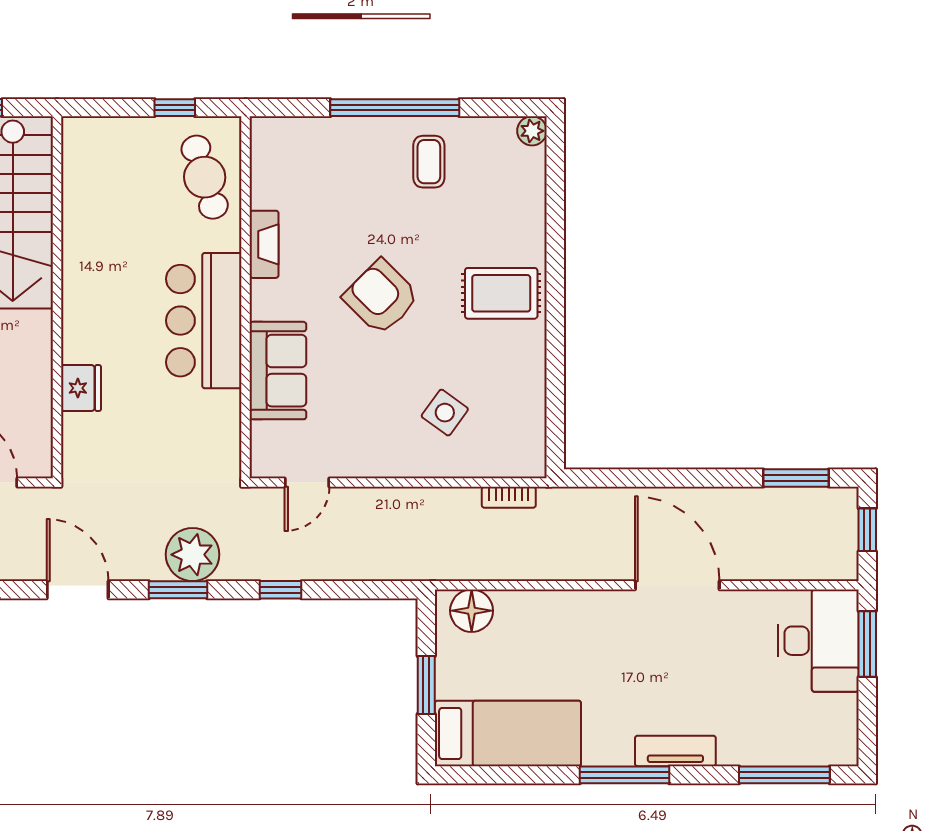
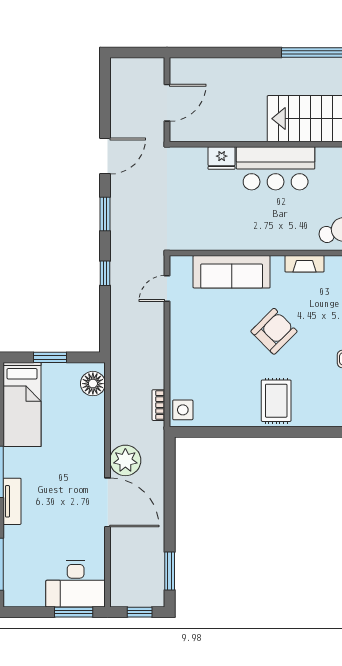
bar counter: (204, 321) -> (276, 168), moved, turned 180
sofa: (278, 371) -> (232, 272), width x1.36
side table: (445, 413) -> (183, 410), moved, turned -36
door: (307, 482) -> (167, 289), hinge flipped
plant: (193, 555) -> (125, 460), moved
door: (677, 585) -> (108, 502), hinge flipped

